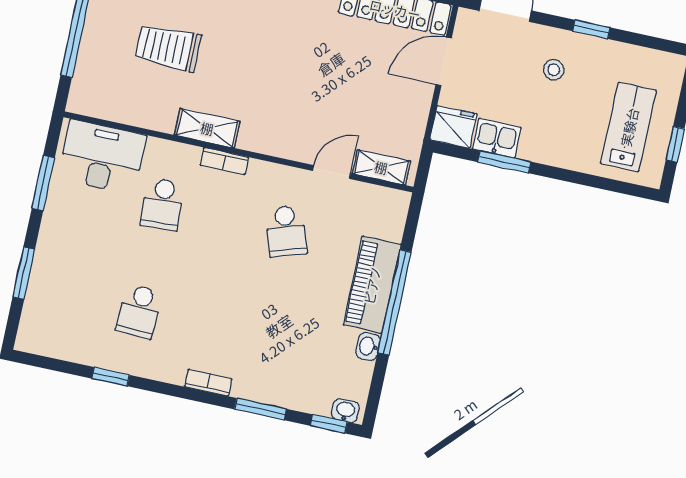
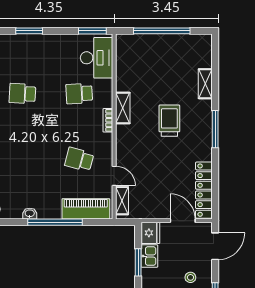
trolley: (168, 48) -> (169, 121), moved
window: (43, 183) -> (92, 31), moved
school desk: (286, 231) -> (79, 159), turned 33
piano: (372, 285) -> (86, 209), moved

